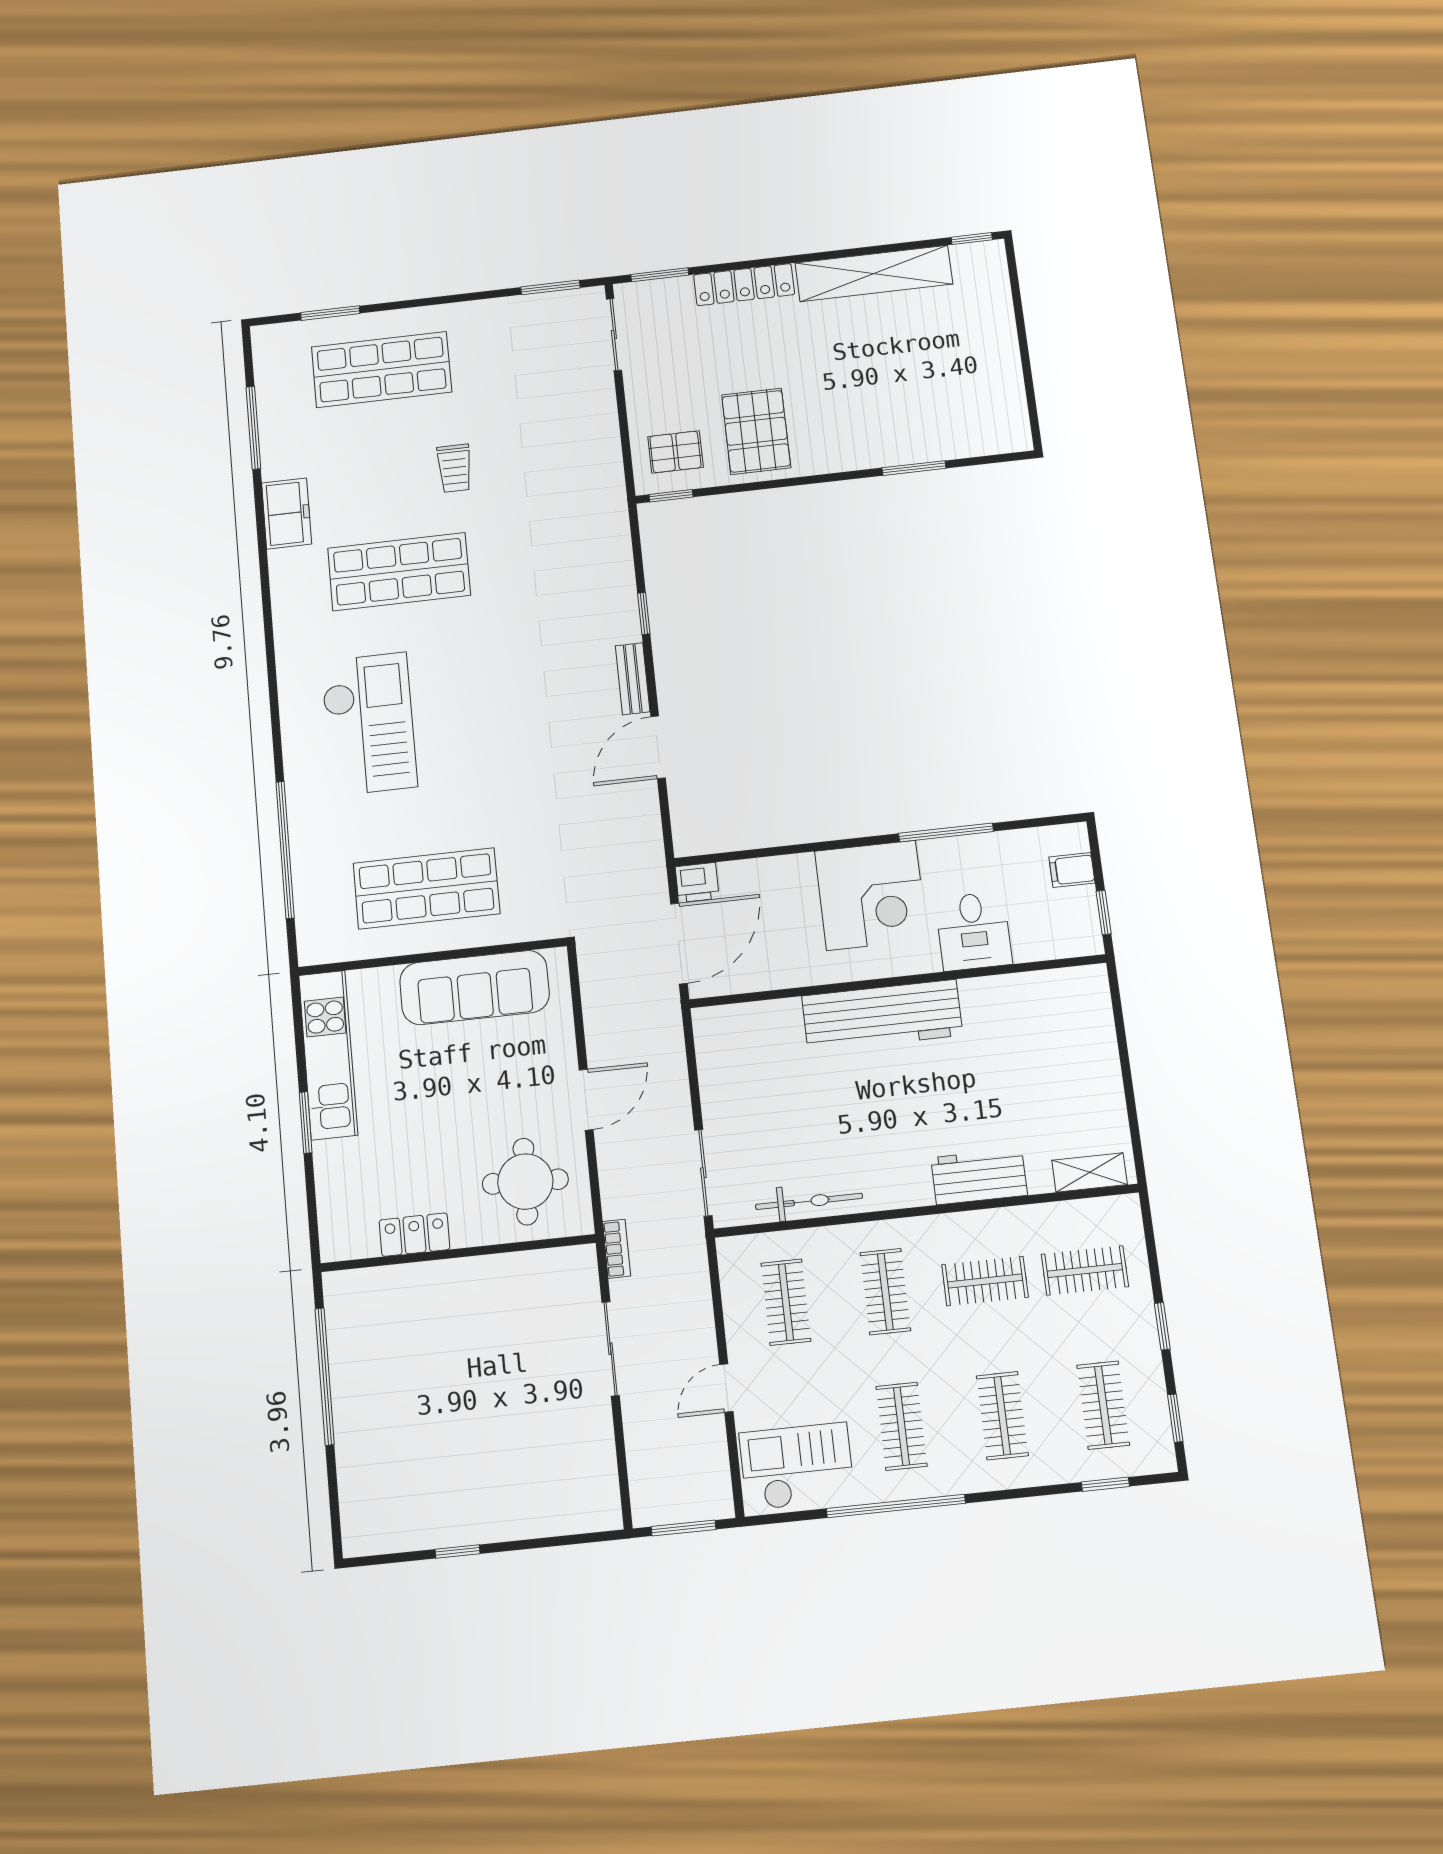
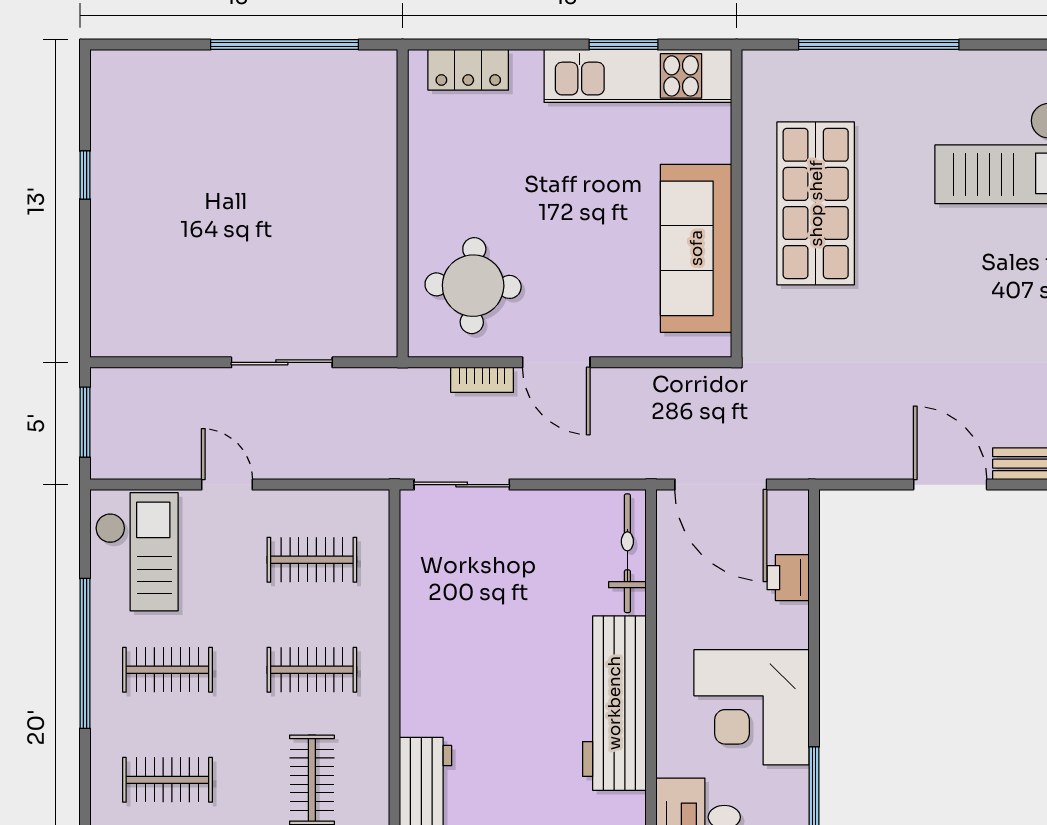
printer: (697, 882) -> (788, 578), moved
window: (306, 1122) -> (623, 45), moved
bicycle: (809, 1201) -> (627, 553), moved, turned 180
locker: (414, 1235) -> (468, 70), moved, turned 90
bookcase: (617, 1249) -> (482, 380), moved

